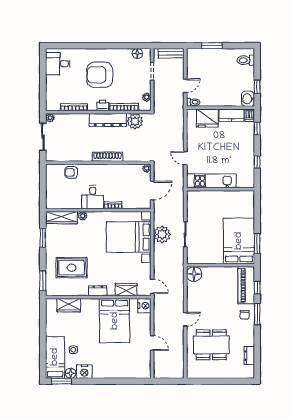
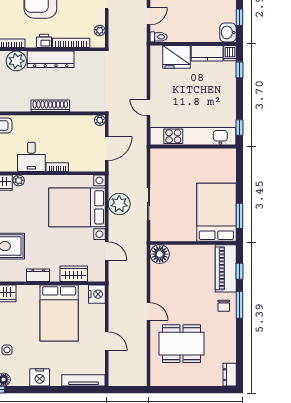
plant: (135, 121) -> (16, 61), moved
window: (257, 162) -> (240, 128), moved
kitchen unit: (211, 181) -> (193, 136), width x1.36
door: (152, 286) -> (107, 251), moved
door: (185, 319) -> (149, 311), hinge flipped
dresser: (249, 356) -> (230, 375), moved
nightstand: (84, 372) -> (40, 377), moved
tv unit: (134, 374) -> (83, 380), added

